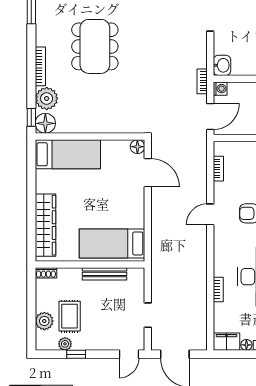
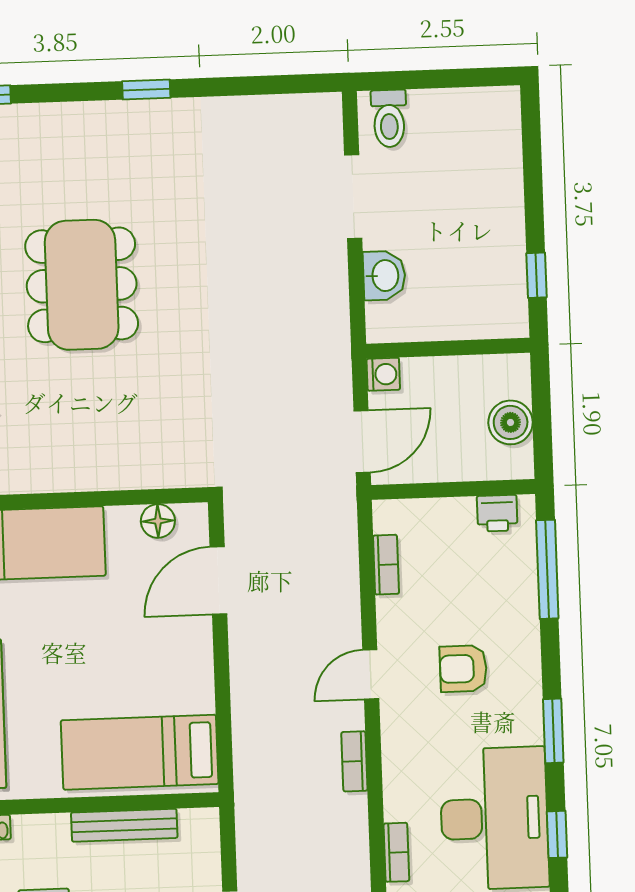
washbasin: (222, 65) -> (384, 276), moved
bookcase: (202, 81) -> (354, 761), moved
floor lamp: (137, 147) -> (158, 521), moved
door: (148, 173) -> (218, 581), swing flipped

